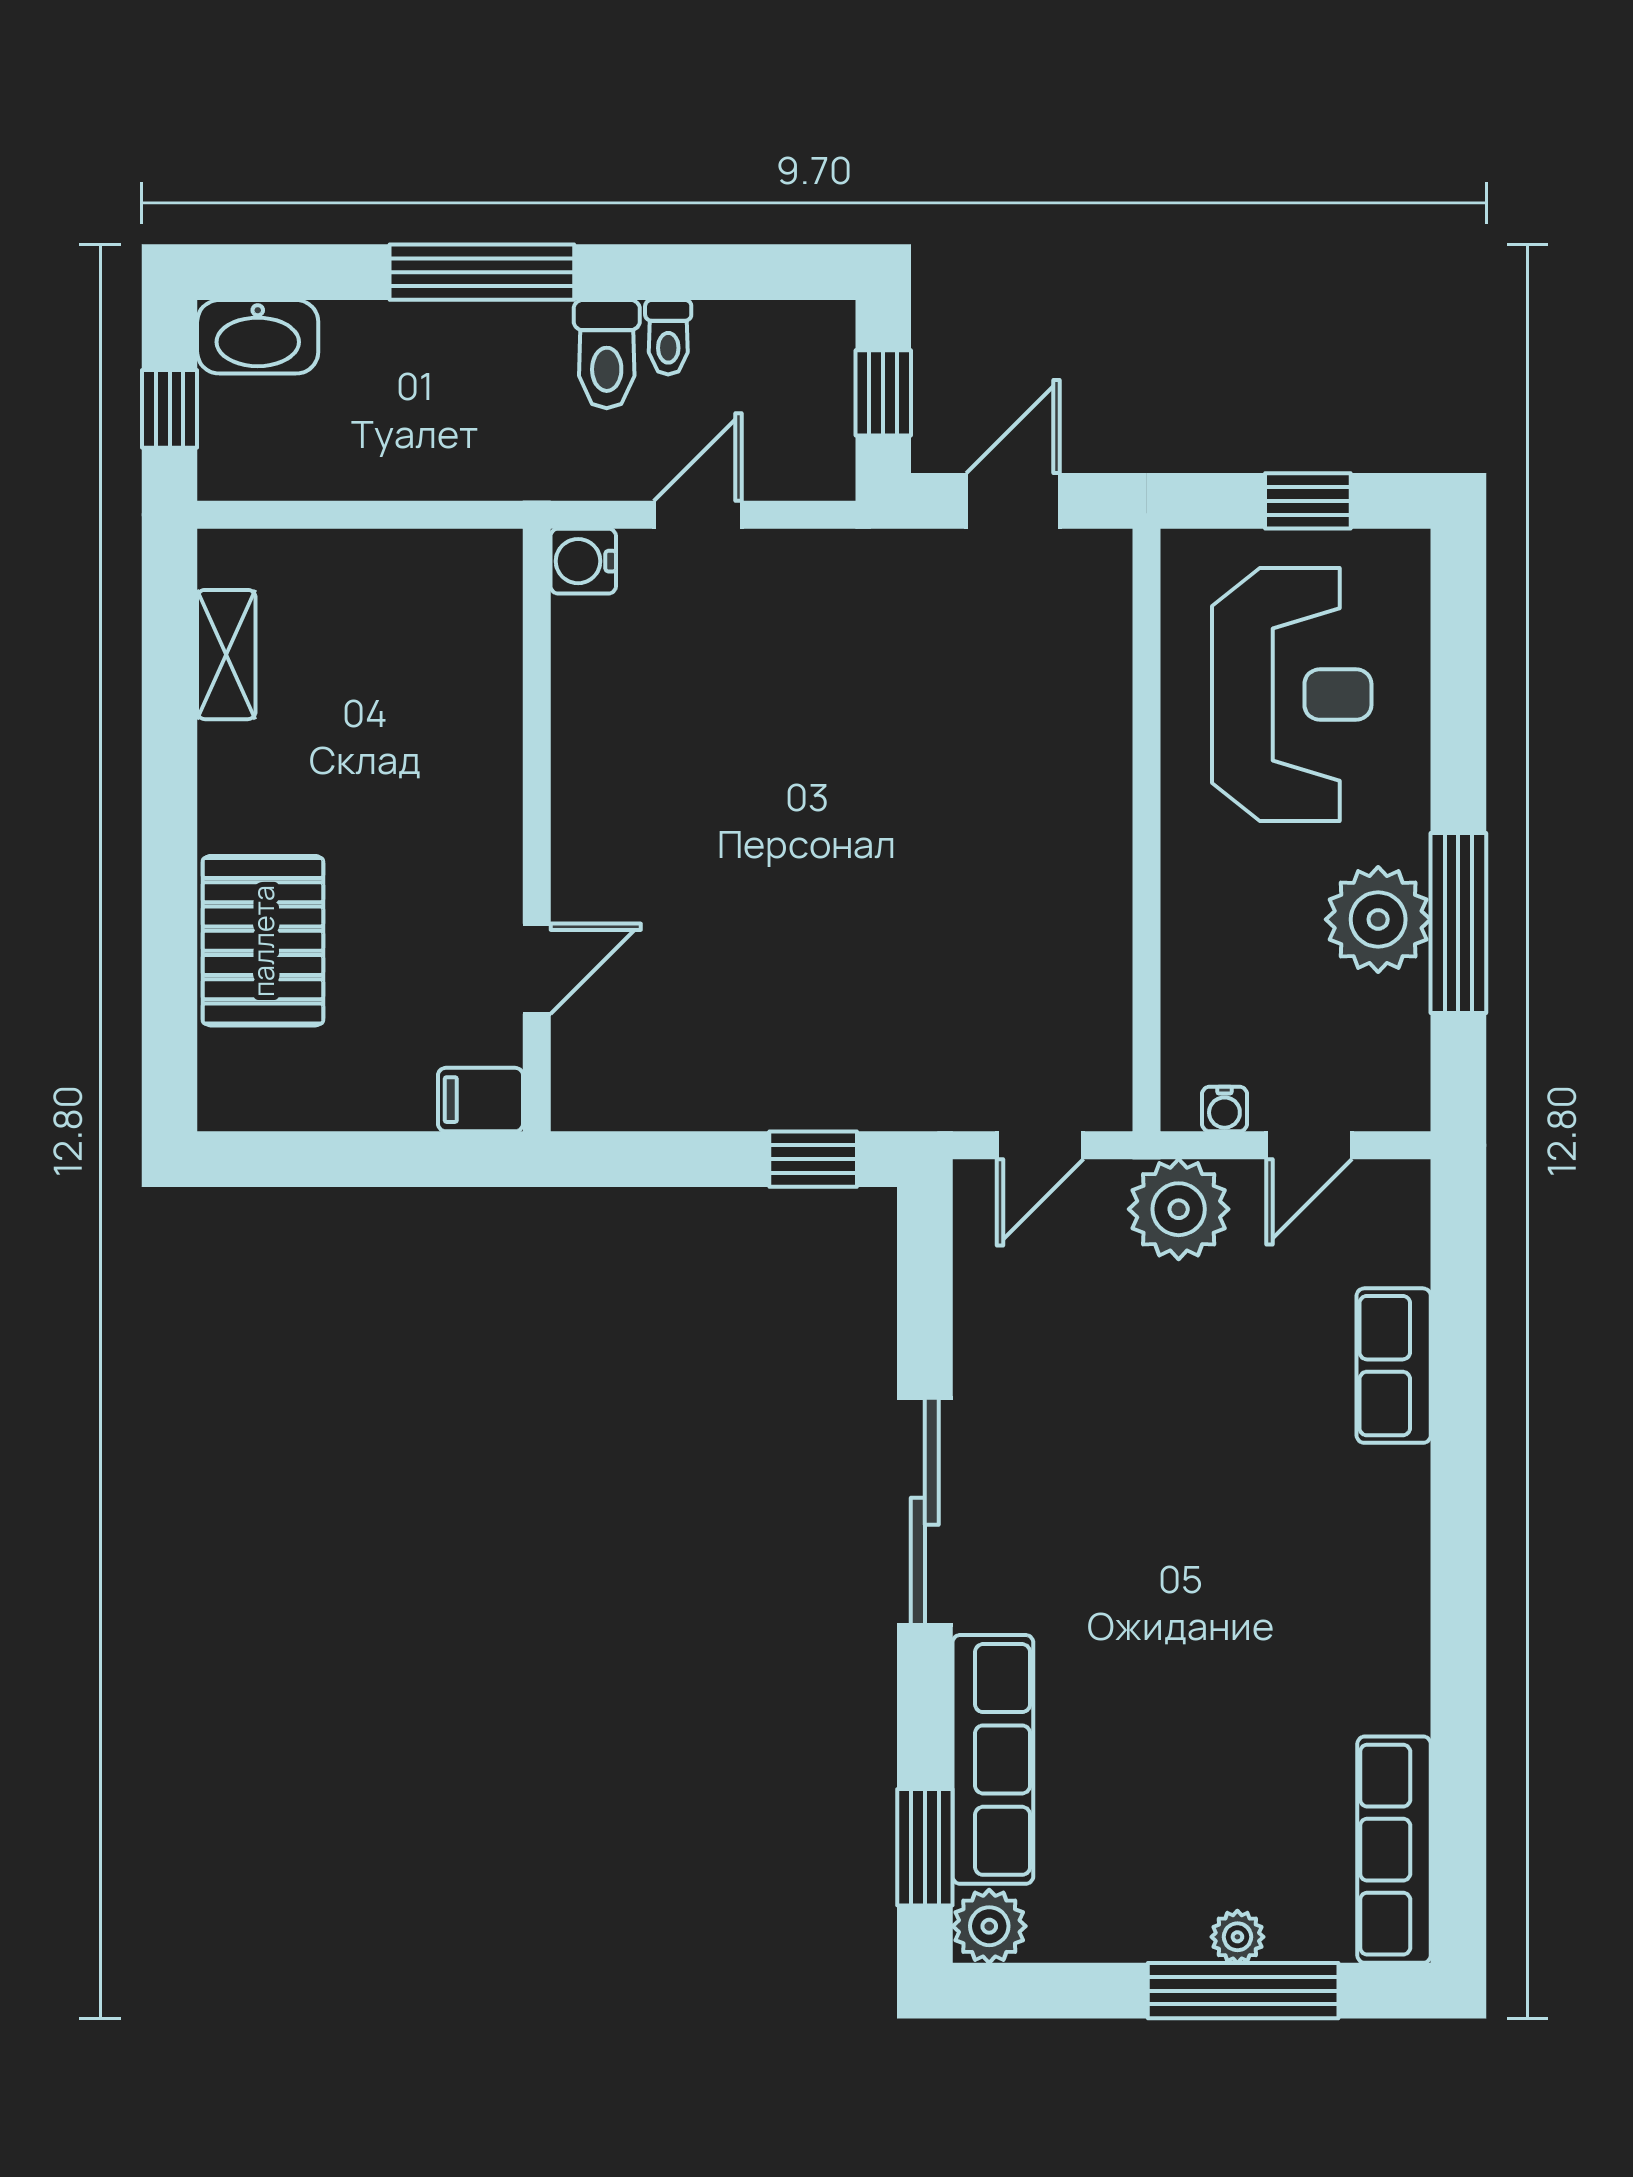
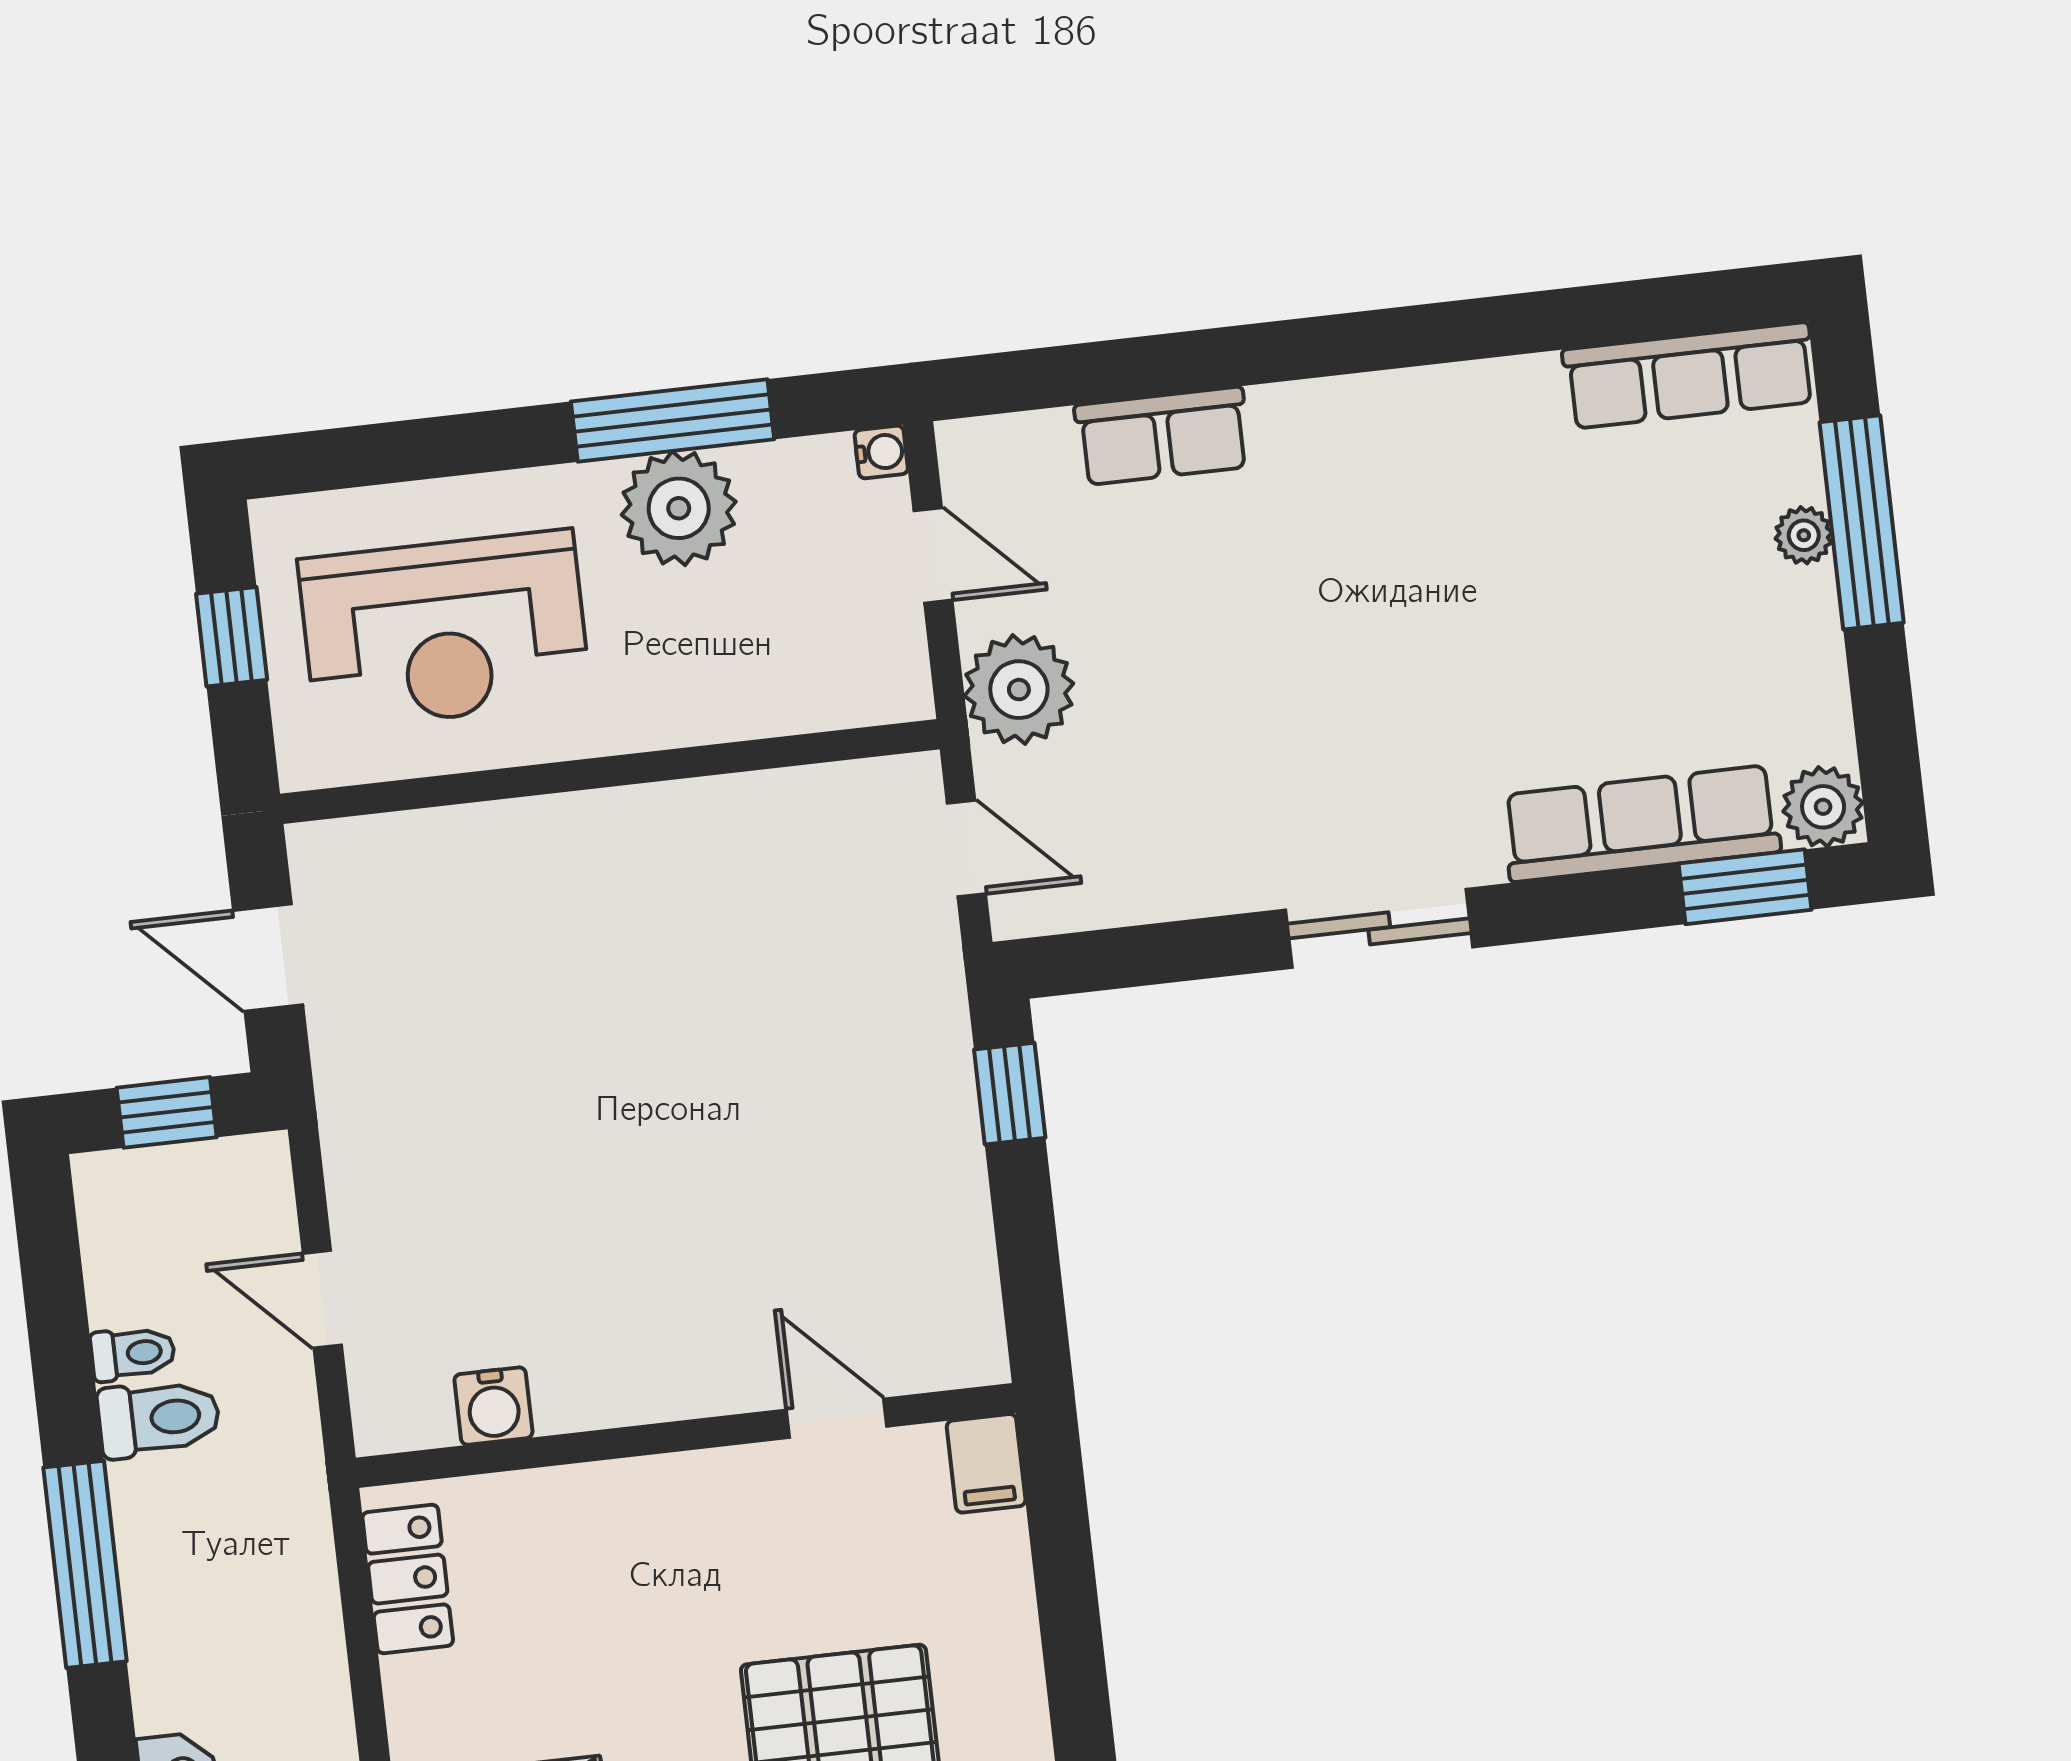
water cooler: (583, 561) -> (493, 1406), moved
locker: (435, 563) -> (408, 1579), added
reception desk: (1292, 695) -> (444, 630), turned 180
water cooler: (1224, 1109) -> (881, 452), moved
sliding door: (925, 1511) -> (1379, 928), width x0.73

